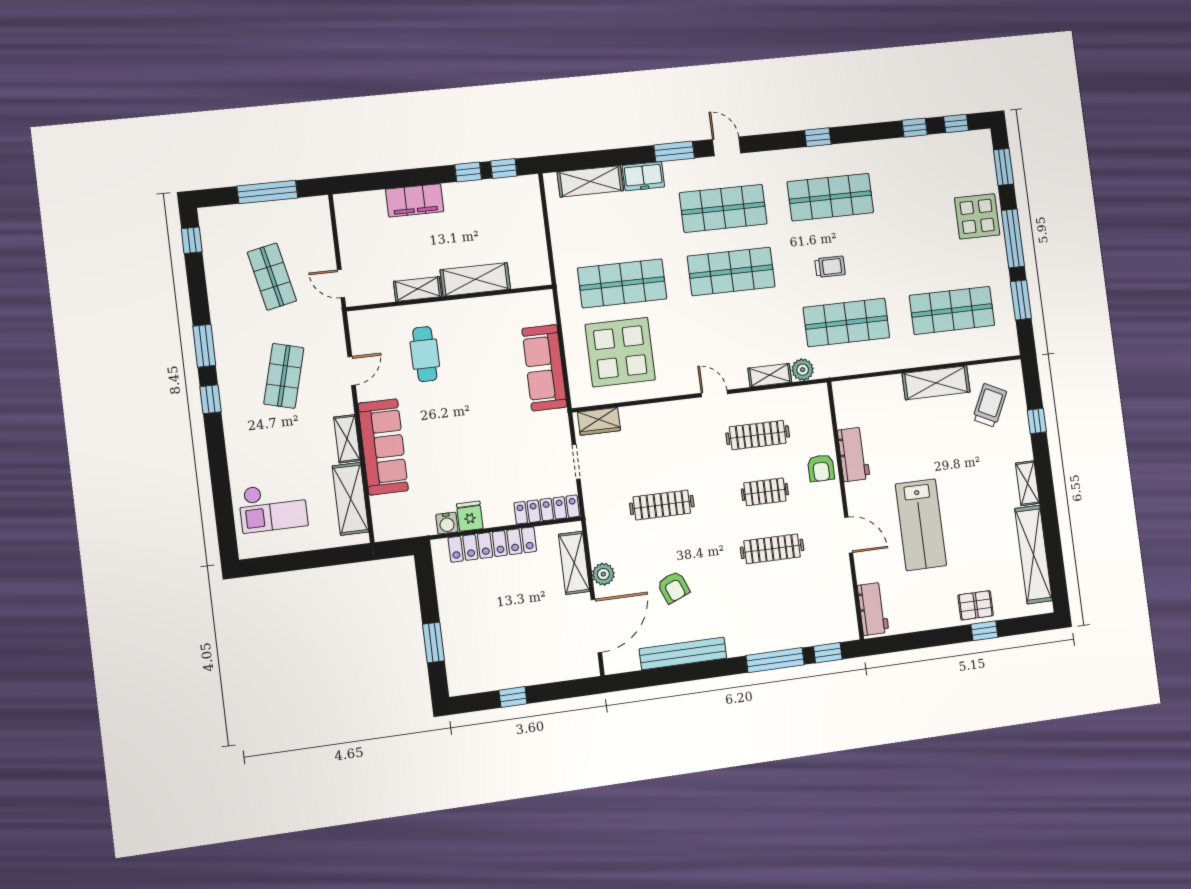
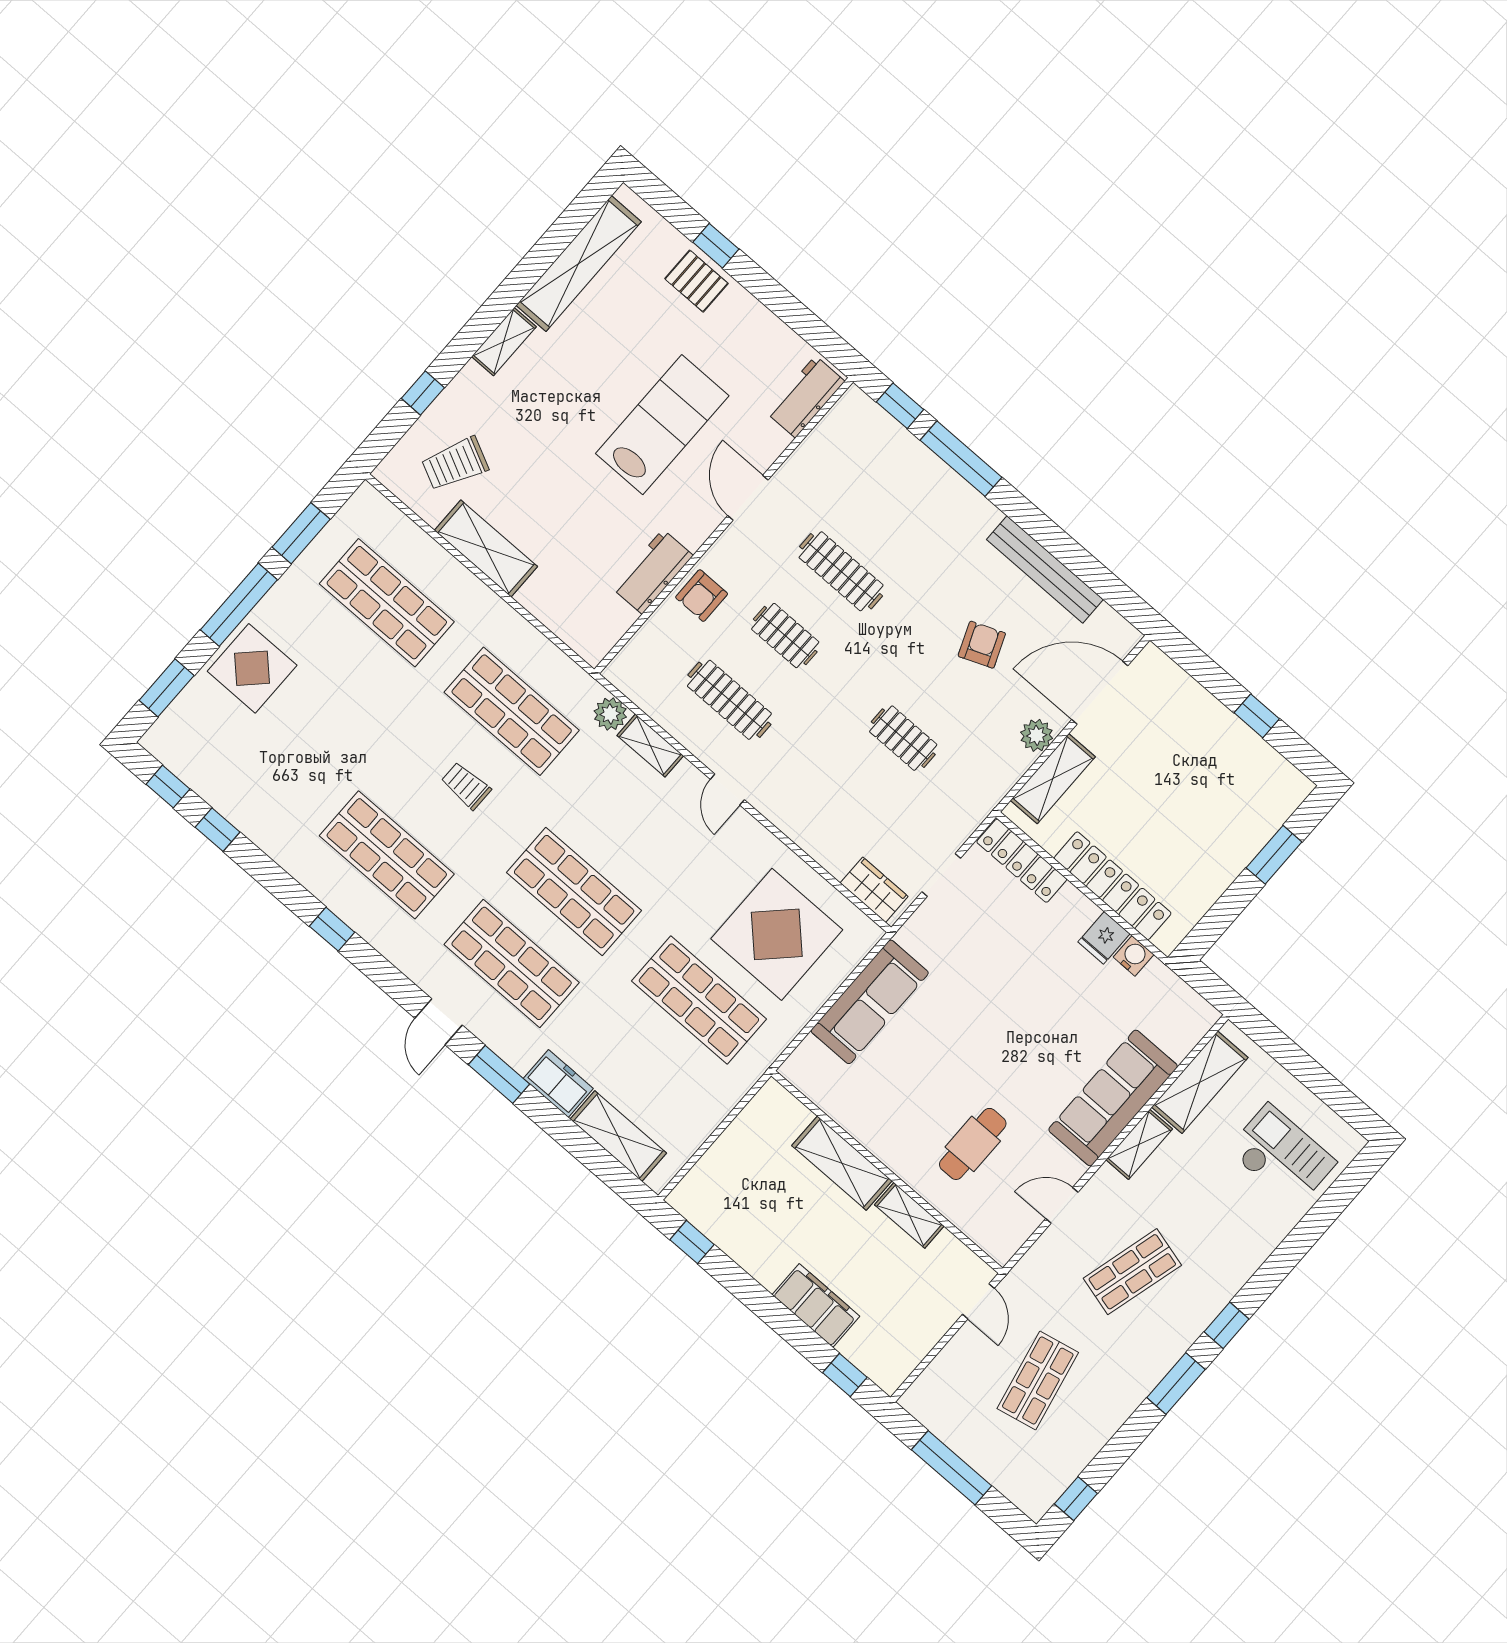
window: (468, 172) -> (845, 1375), moved
armchair: (821, 468) -> (702, 596), turned 180
clothes rail: (662, 505) -> (903, 738), width x0.73

